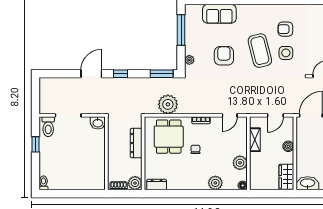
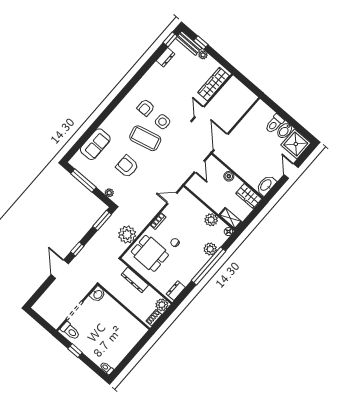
door: (230, 115) -> (172, 198), swing flipped
shelving: (255, 140) -> (230, 218), moved
window: (200, 194) -> (208, 266), added

